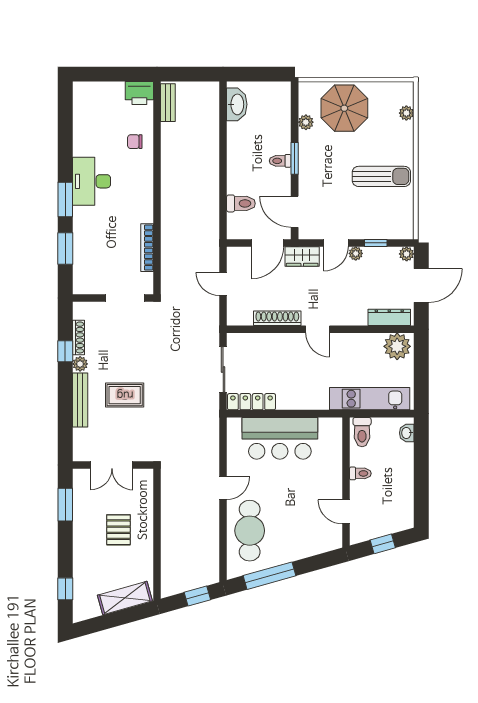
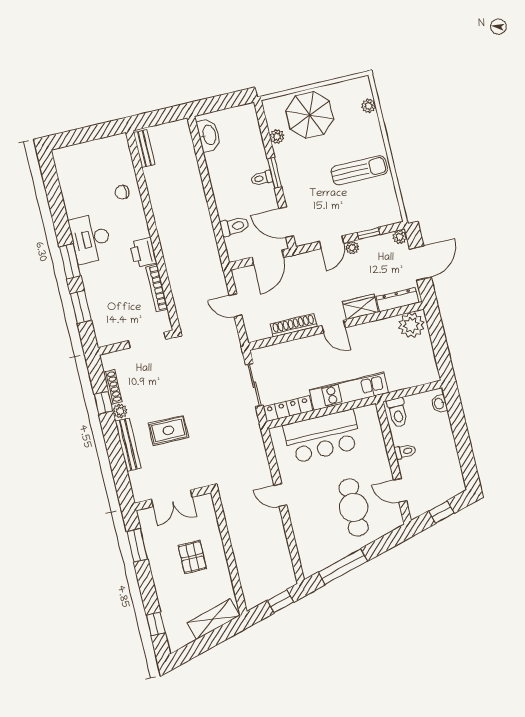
printer: (139, 93) -> (143, 252), moved, turned 90
wardrobe: (302, 256) -> (360, 307), moved, turned 180
kitchen unit: (370, 399) -> (349, 391), moved
door: (223, 488) -> (280, 495), swing flipped
cafe table: (250, 531) -> (354, 507), moved

